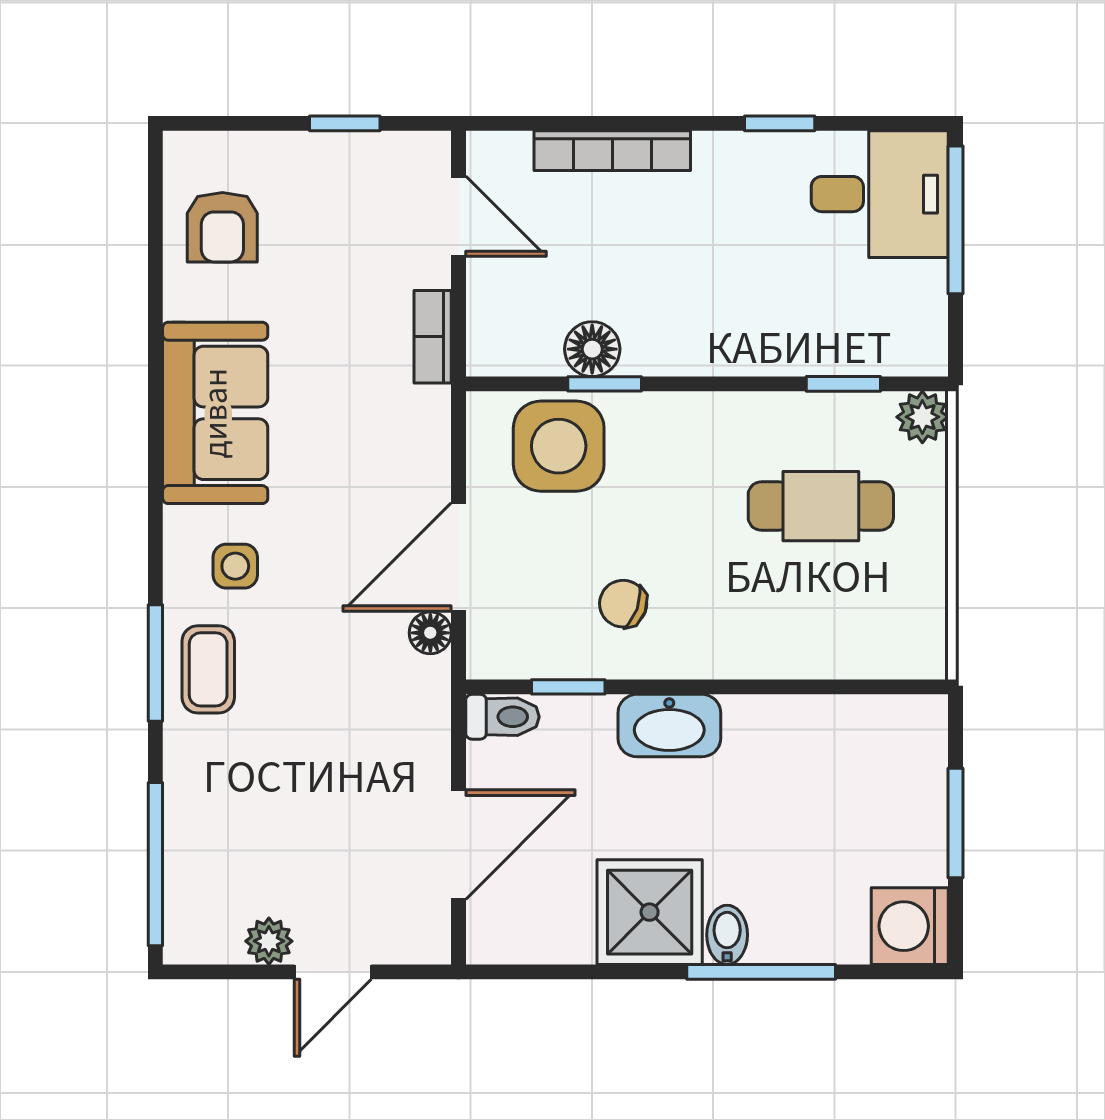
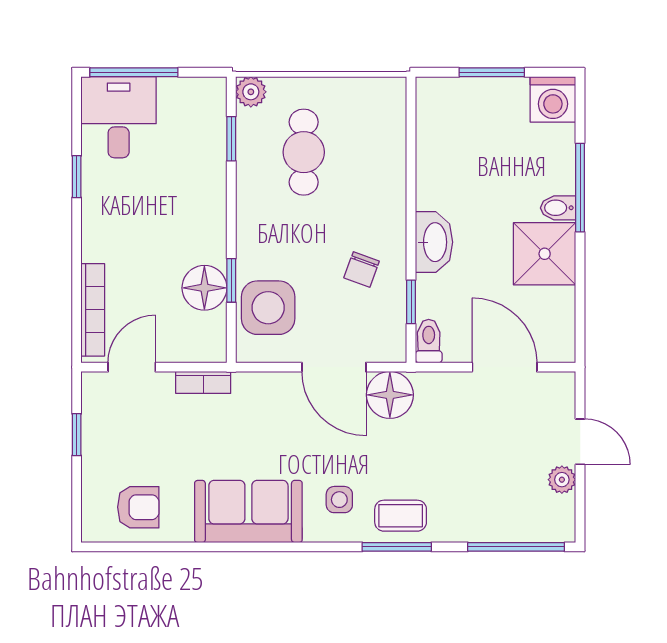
bookcase: (612, 151) -> (93, 310), moved
floor lamp: (592, 349) -> (204, 288), width x1.38, depth x1.38
floor lamp: (430, 633) -> (390, 395), width x1.89, depth x1.89

